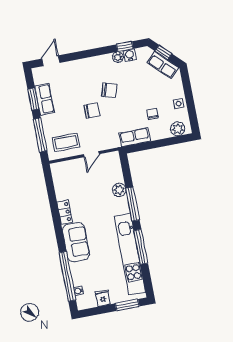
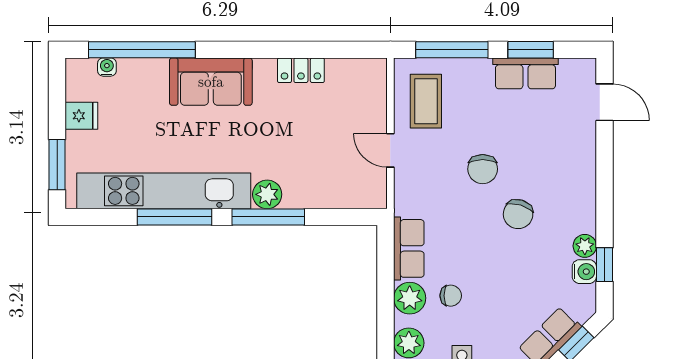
plant: (157, 132) -> (410, 298), added
plant: (119, 190) -> (267, 194), moved
locker: (65, 212) -> (301, 70), moved

